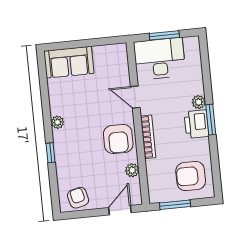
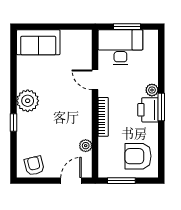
plant: (57, 122) -> (28, 101), width x1.87, depth x1.87
armchair: (118, 139) -> (76, 116), removed

